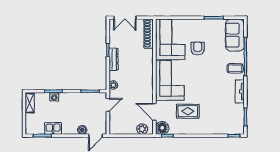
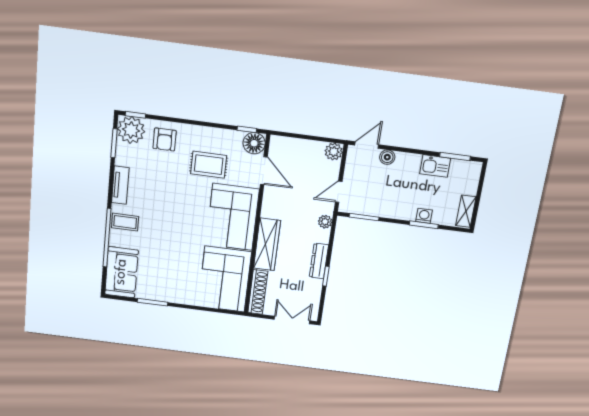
armchair: (198, 49) -> (165, 139), moved
wardrobe: (147, 66) -> (267, 244), added
plant: (236, 126) -> (131, 130), added
plant: (142, 129) -> (334, 152), moved

